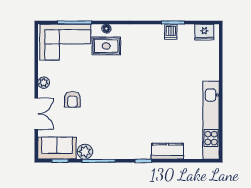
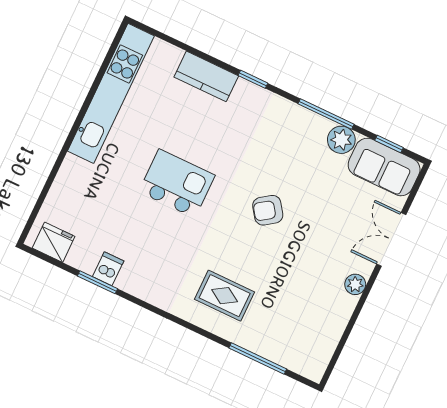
floor lamp: (106, 29) -> (211, 324), removed
corner sofa: (65, 42) -> (289, 334), removed
kitchen island: (157, 91) -> (177, 183), added
armchair: (72, 99) -> (268, 210), moved, turned -125

